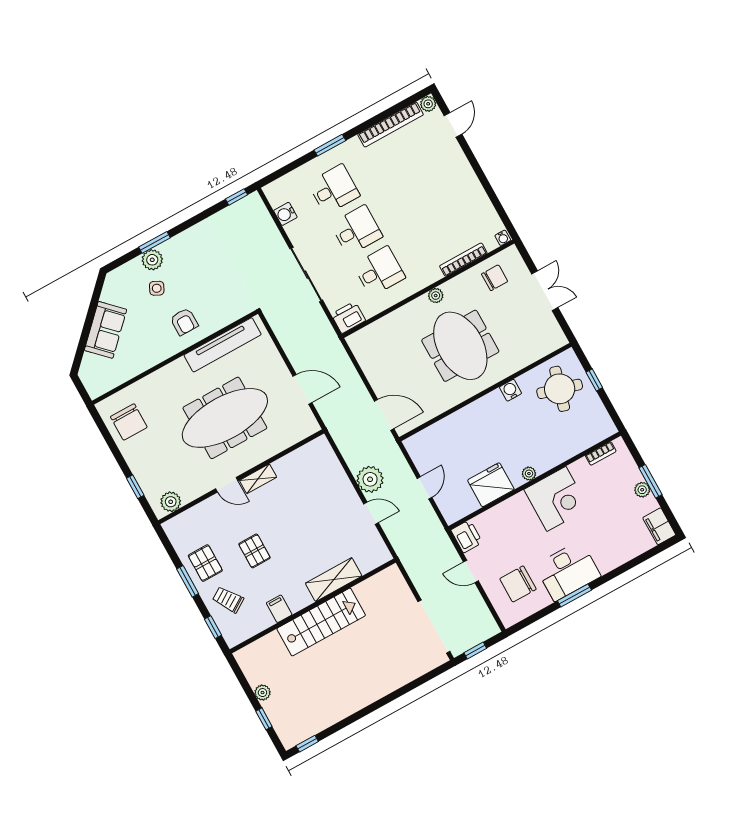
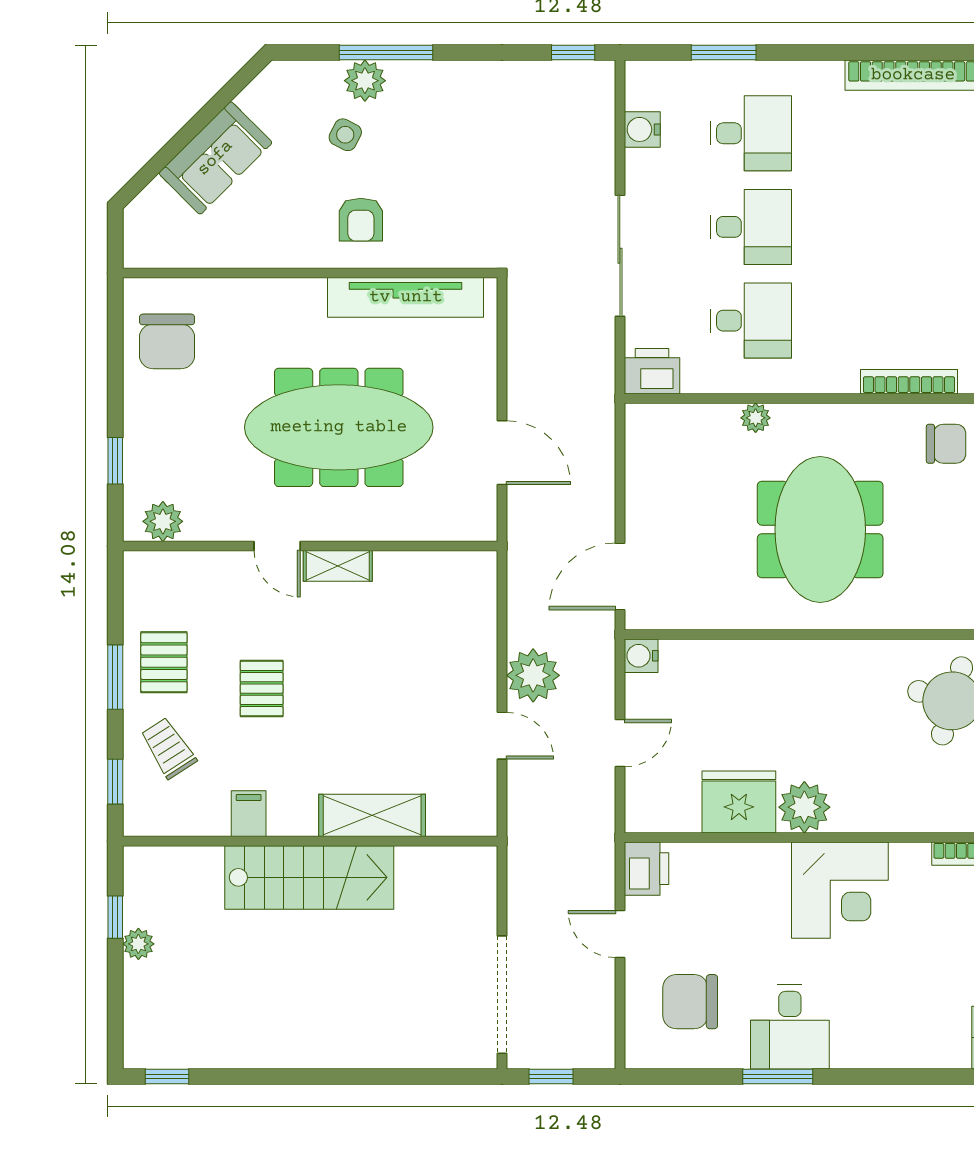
window: (330, 145) -> (724, 52), moved
window: (155, 242) -> (386, 52), width x1.44
plant: (436, 296) -> (756, 418), moved
water cooler: (511, 390) -> (641, 656), moved, turned -90
door: (384, 415) -> (620, 576), swing flipped
plant: (529, 474) -> (804, 807), width x1.87, depth x1.87
desk: (568, 571) -> (790, 1027), width x0.73
window: (264, 719) -> (115, 917), moved

